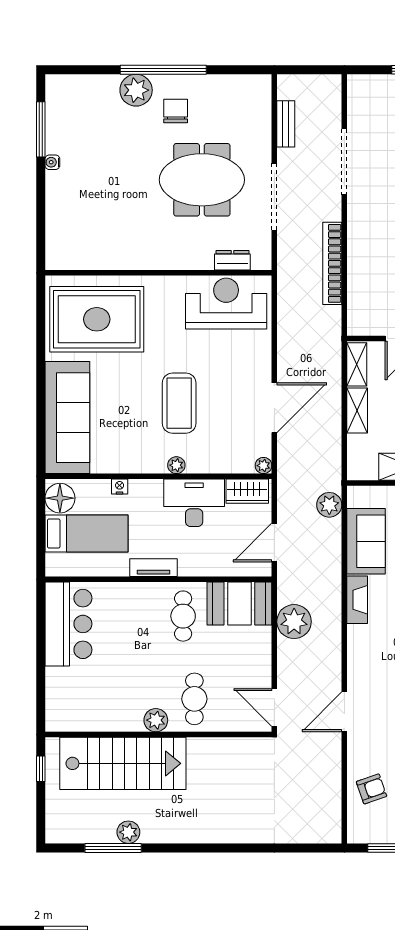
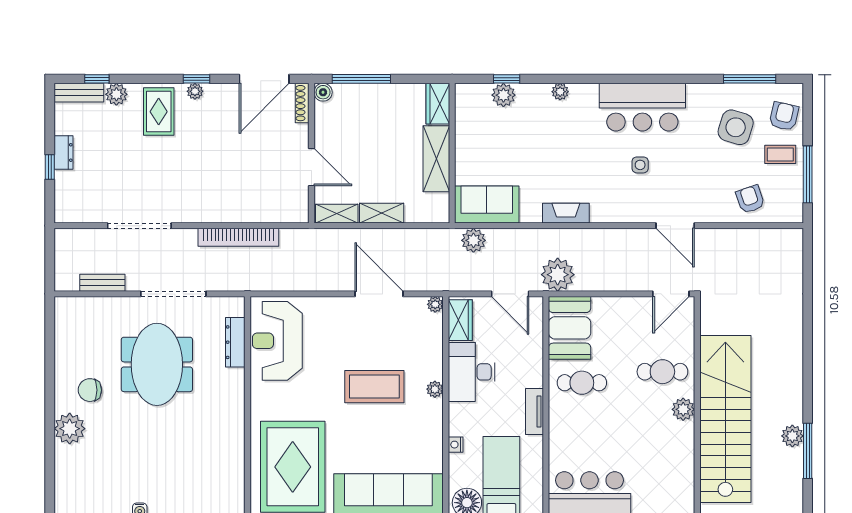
window: (163, 70) -> (50, 402), removed
dresser: (232, 260) -> (235, 342), width x1.44
sofa: (366, 541) -> (487, 205), moved
plant: (294, 622) -> (558, 275), moved
stairs: (123, 763) -> (725, 419), width x1.36

